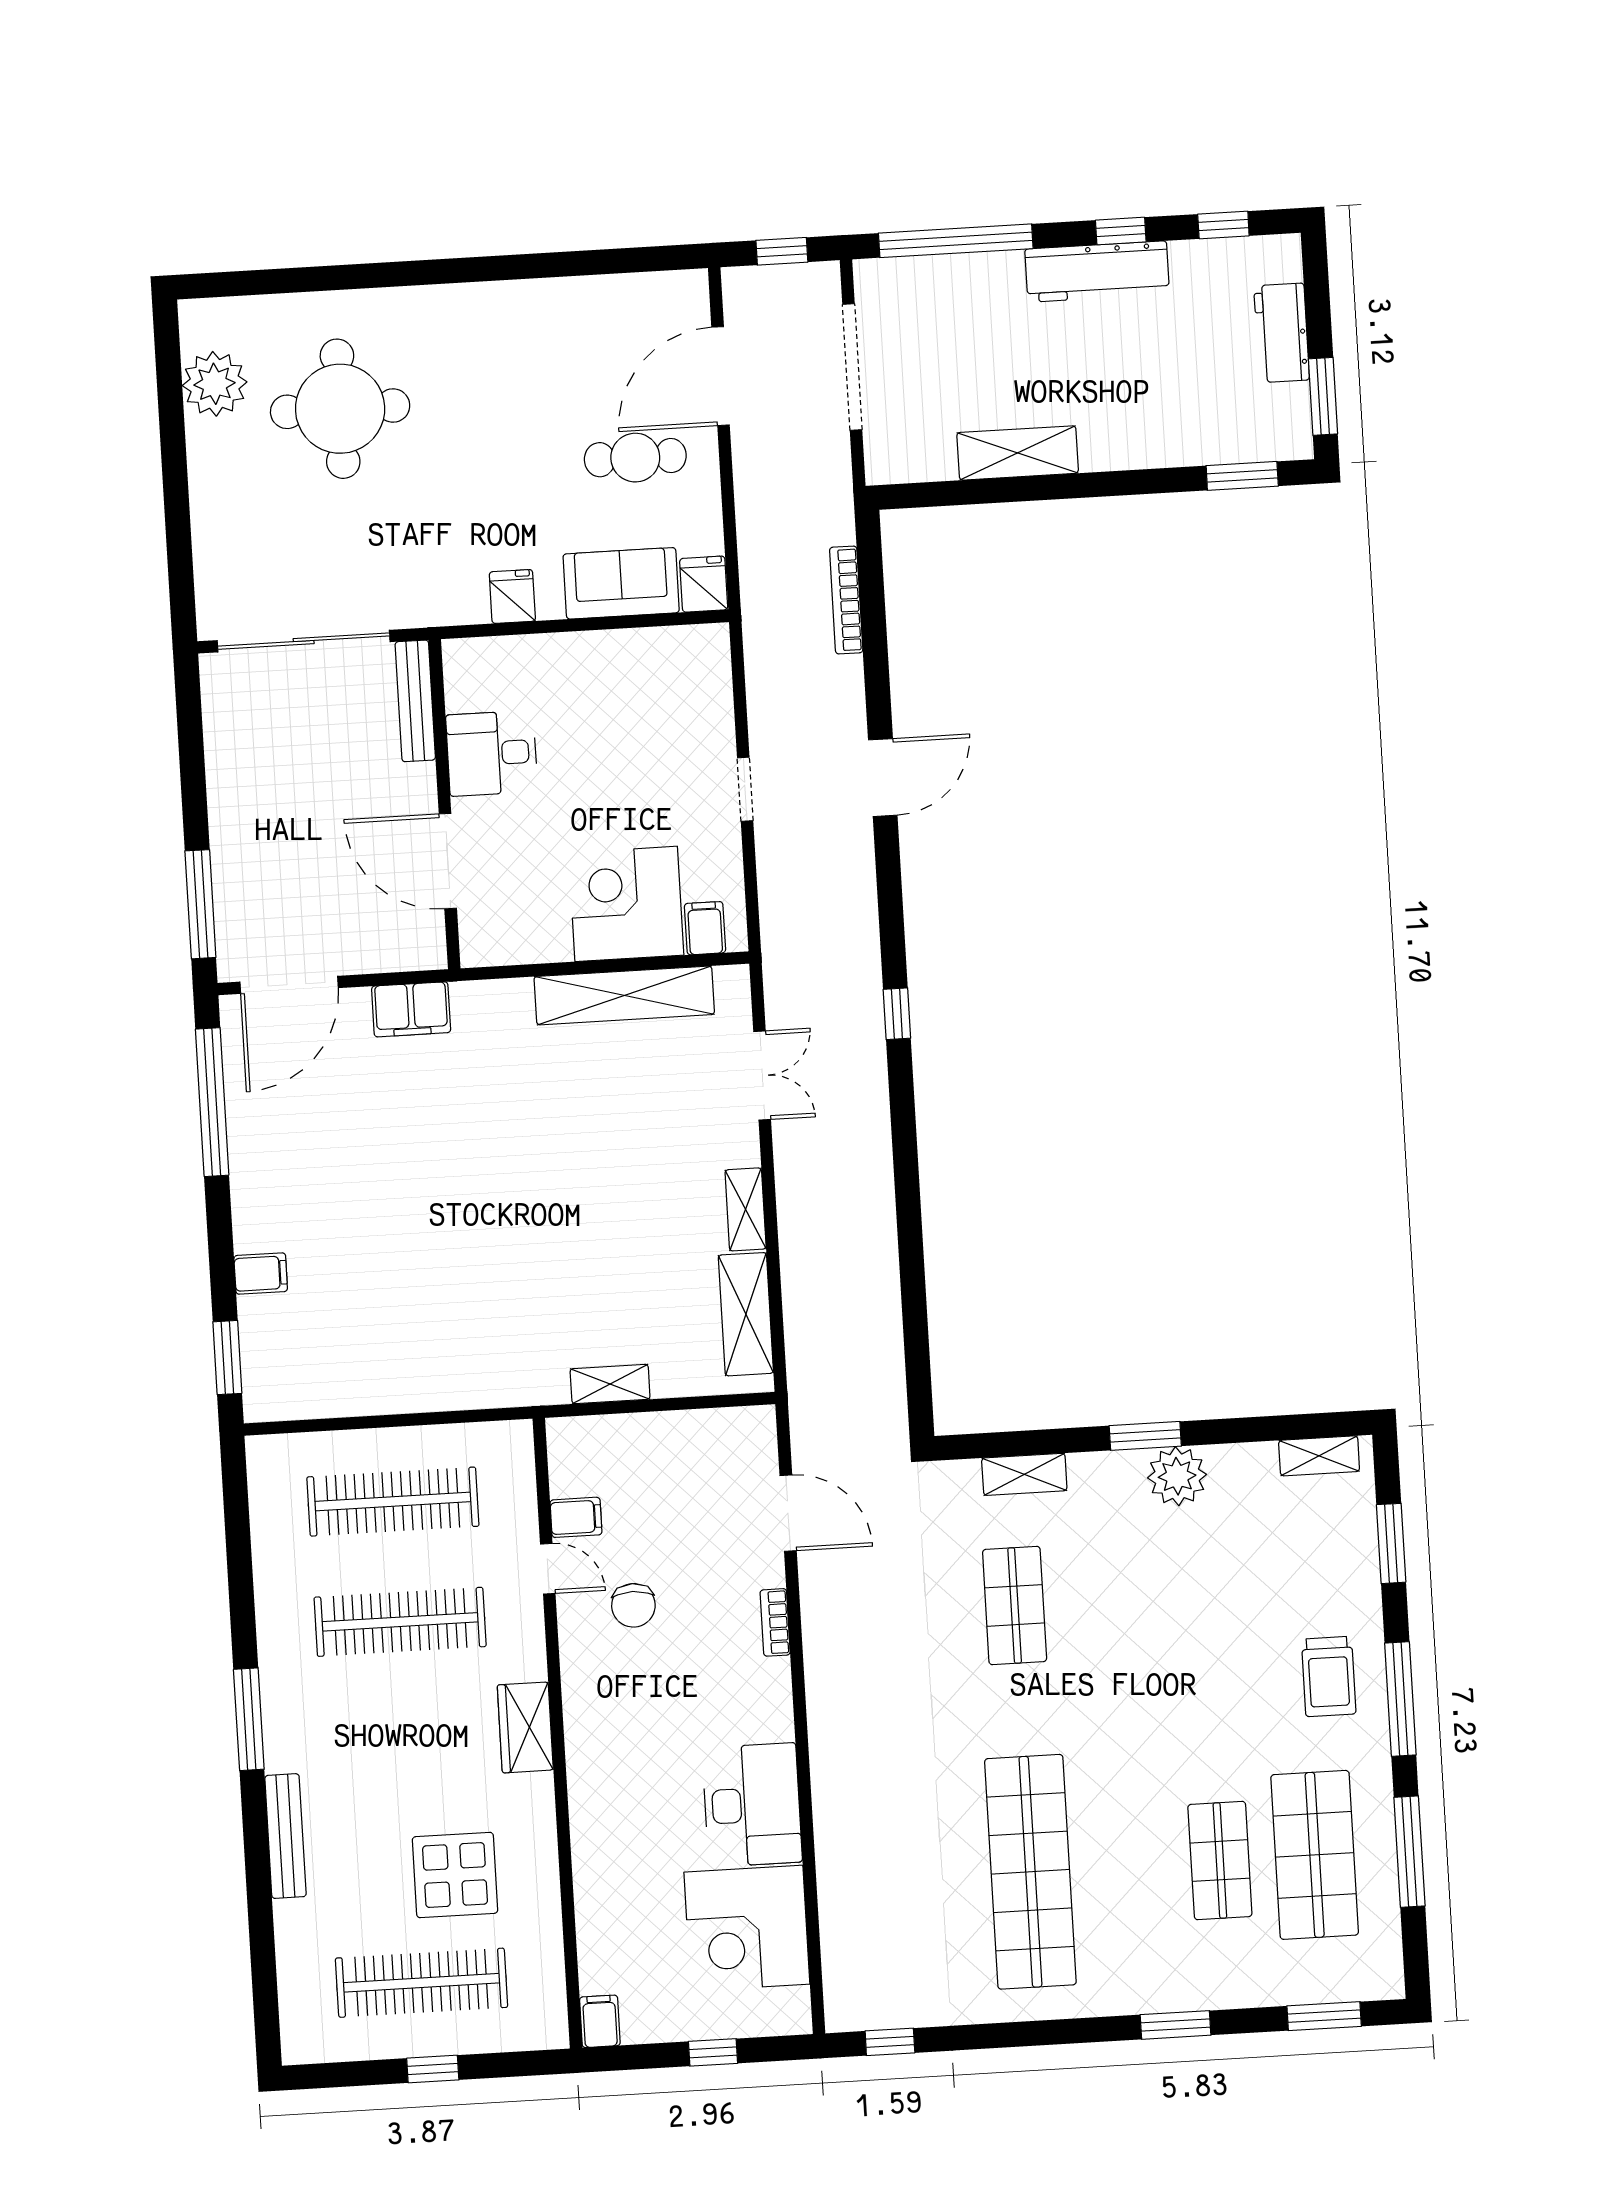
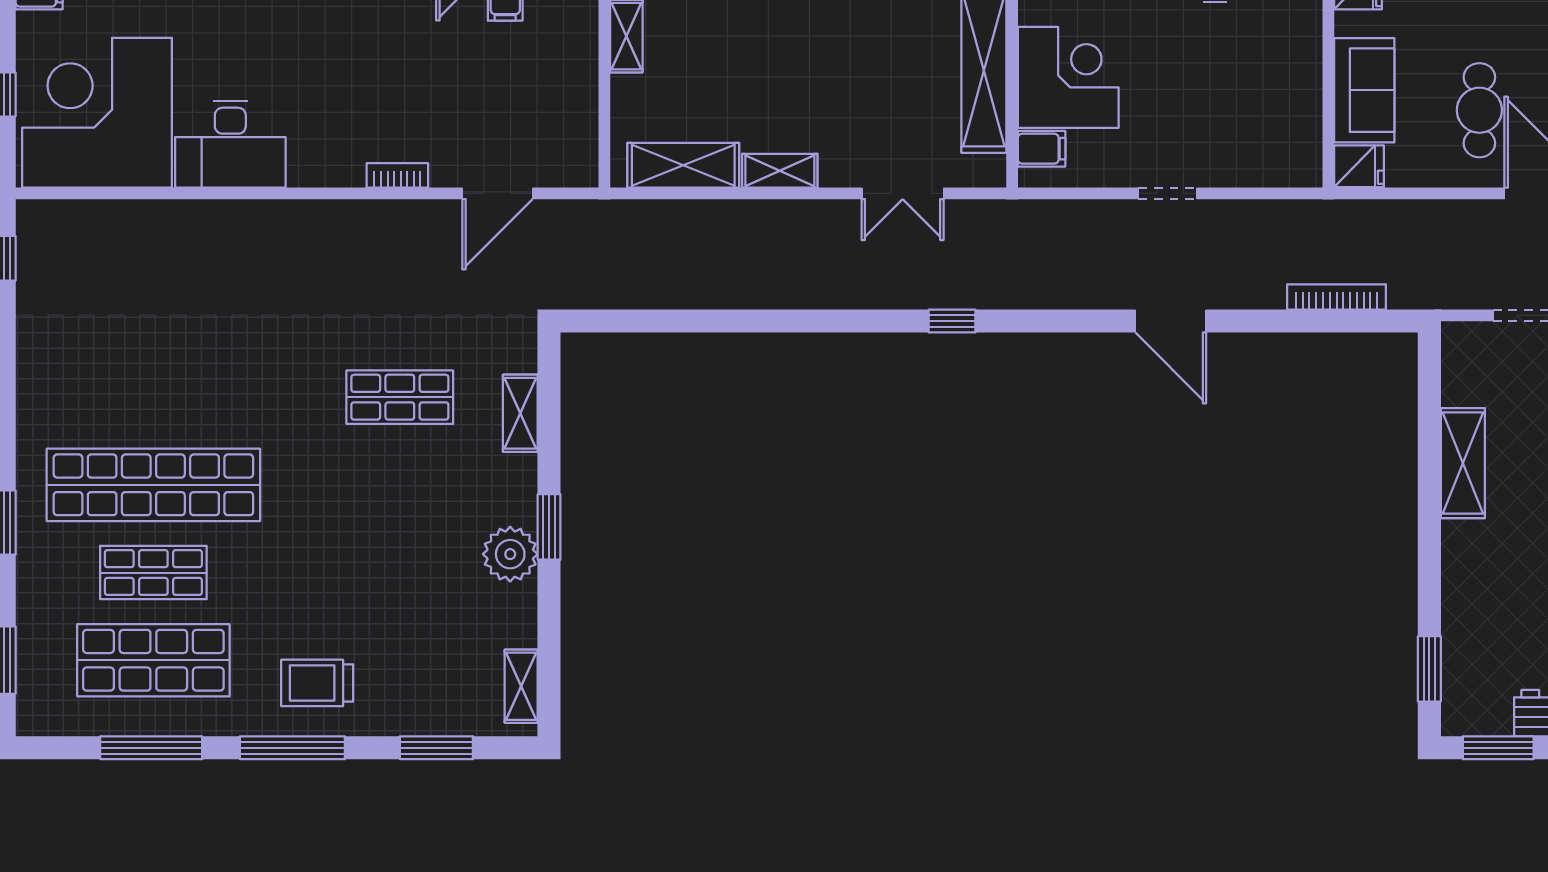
chair: (633, 1605) -> (421, 46), removed
shop shelf: (1030, 1872) -> (153, 485), moved
corner desk: (747, 1928) -> (97, 113), width x1.36, depth x1.36

